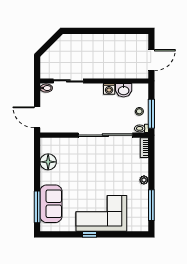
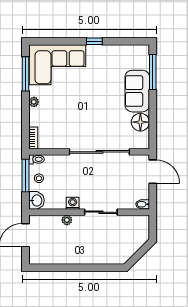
plant: (114, 74) -> (67, 220), added
sliding door: (68, 81) -> (101, 212), moved
washbasin: (124, 90) -> (36, 200), moved, turned 90
sliding door: (105, 135) -> (99, 152), moved
sofa: (51, 204) -> (137, 91), moved
corner sofa: (101, 213) -> (58, 65), moved

